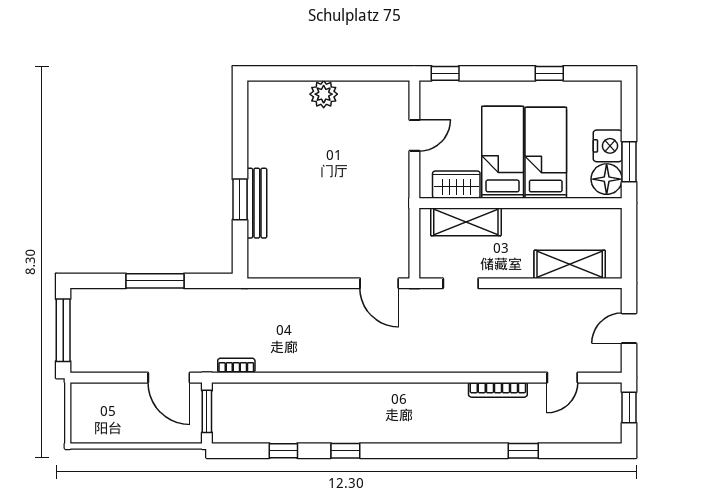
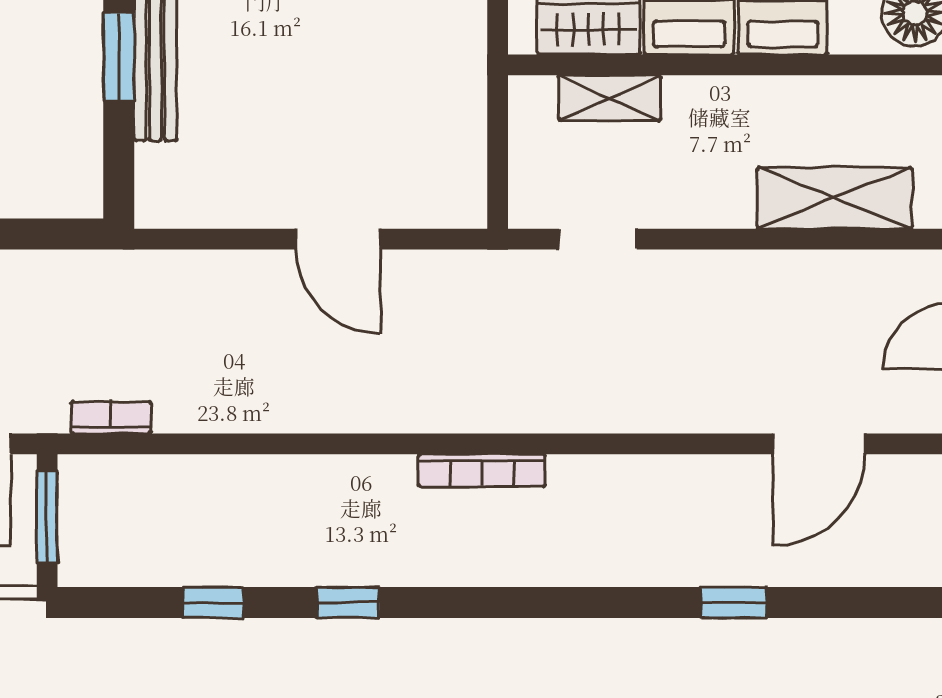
shelving: (466, 222) -> (609, 98), width x0.67, depth x0.75
door: (379, 283) -> (338, 239), moved
door: (562, 378) -> (819, 444), width x1.38
bookcase: (498, 390) -> (482, 470), moved

